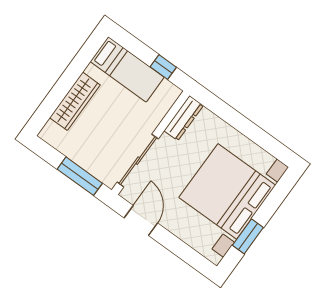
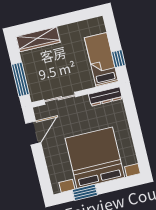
bed: (127, 69) -> (101, 60), moved, turned 180
wardrobe: (75, 101) -> (38, 39), moved
sliding door: (138, 161) -> (60, 98), width x0.73

